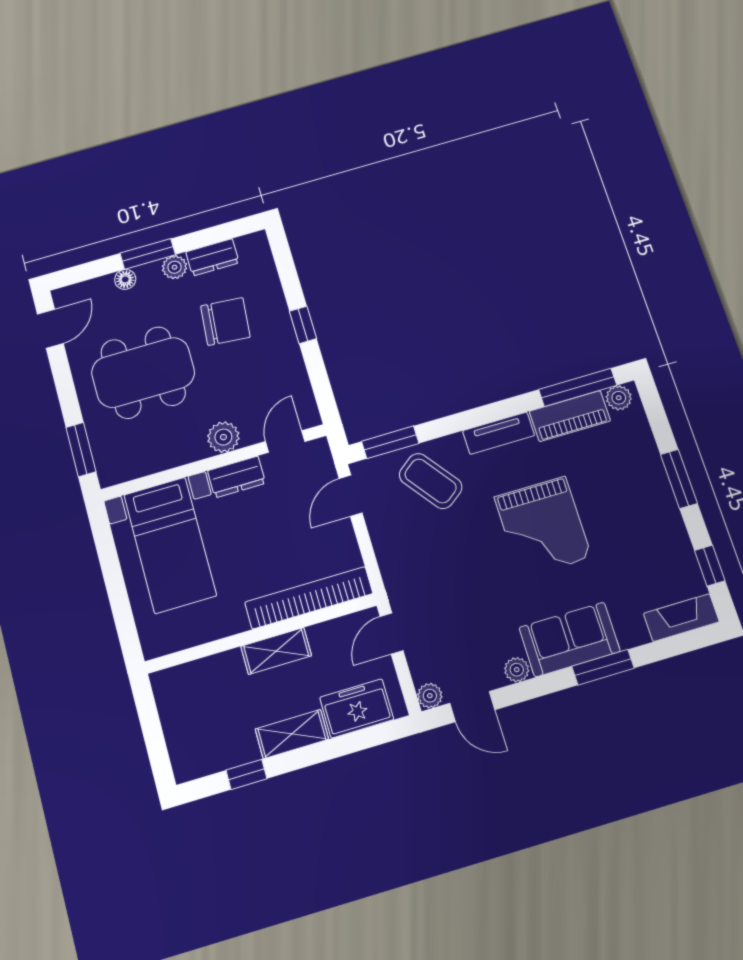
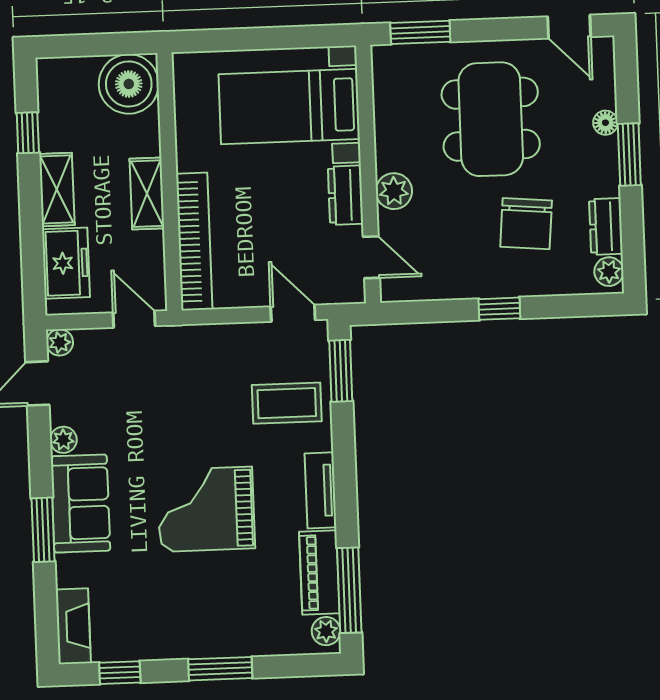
plant: (175, 267) -> (609, 272), moved
coffee table: (431, 481) -> (287, 403), turned 37
boiler: (181, 693) -> (129, 84), added

